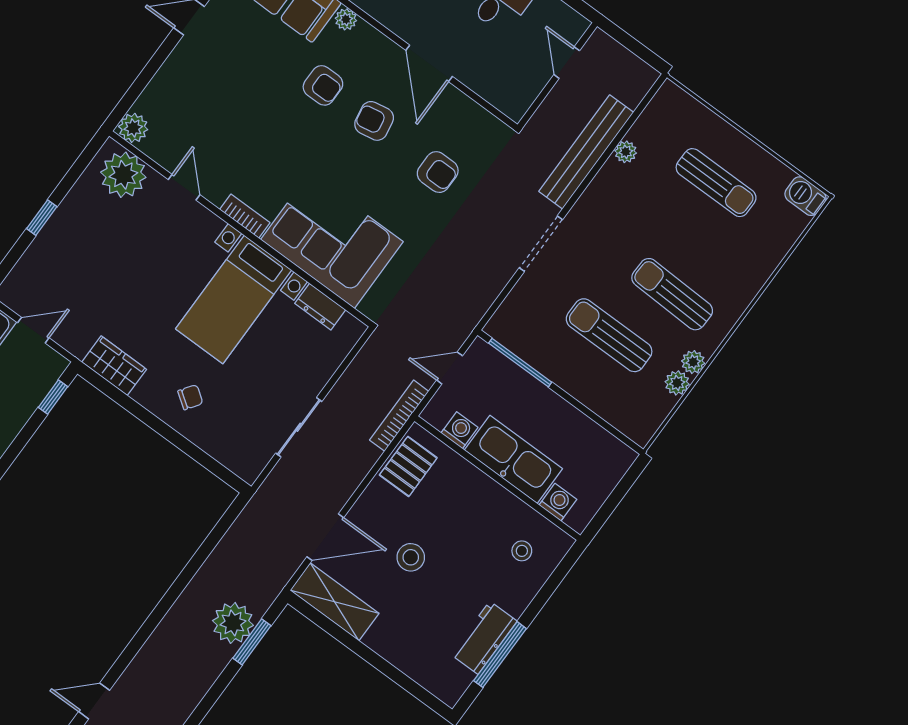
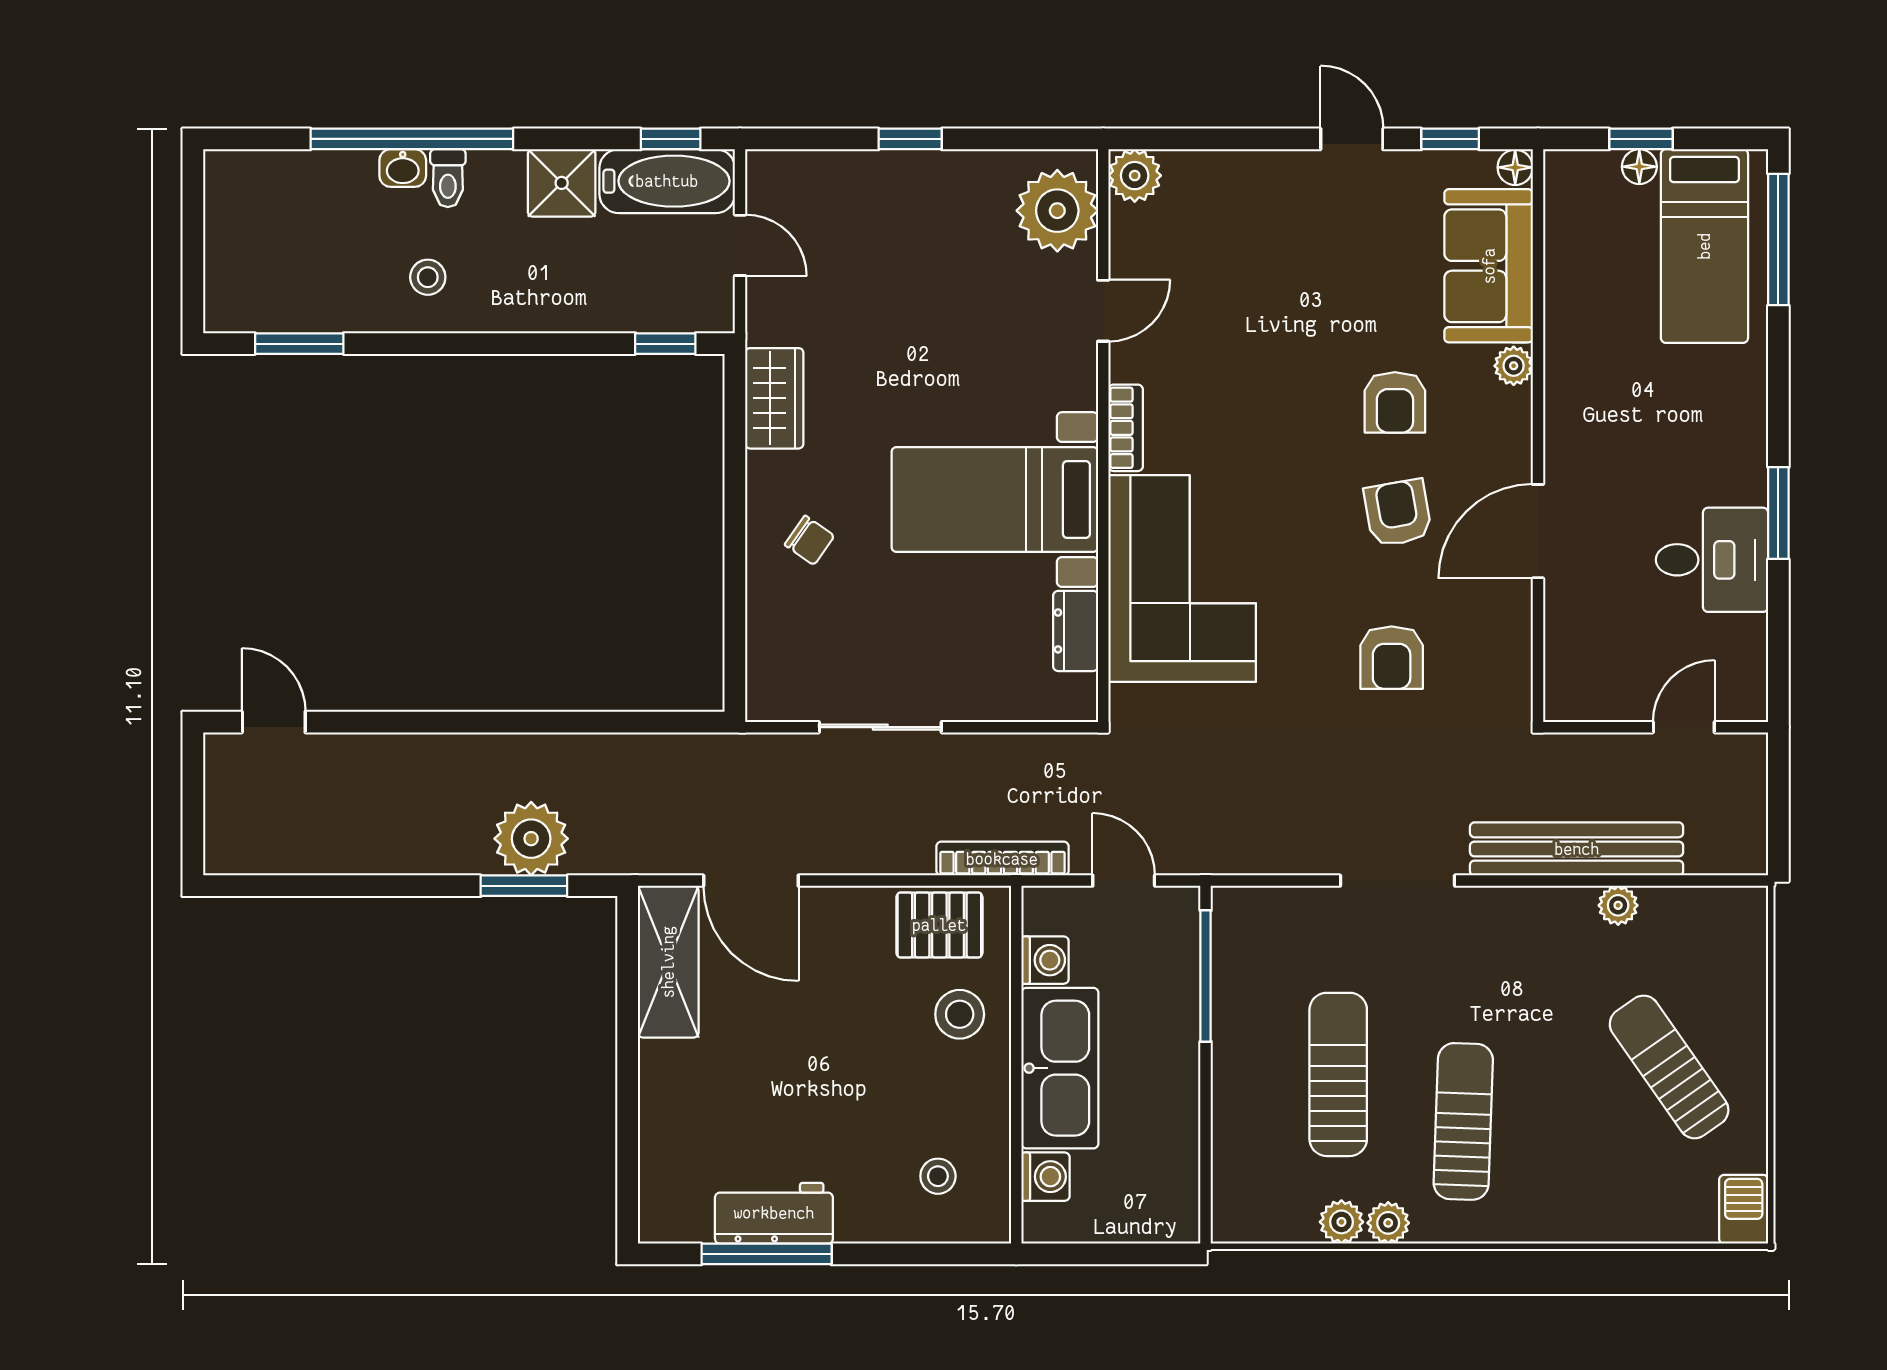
sun lounger: (716, 183) -> (1669, 1067), turned 145
stool: (411, 557) -> (960, 1014), moved

